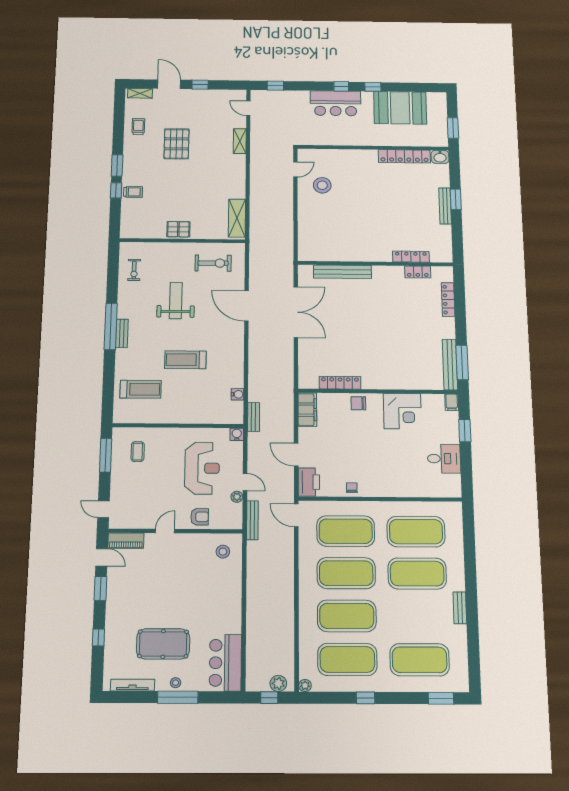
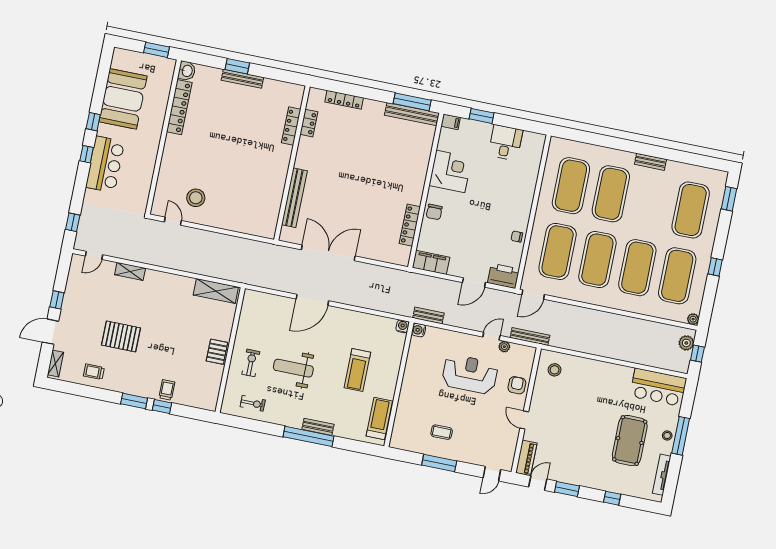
exercise bike: (213, 263) -> (251, 363), moved, width x0.73, depth x0.72
wall: (178, 426) -> (399, 384), moved
water cooler: (237, 434) -> (419, 330), moved

